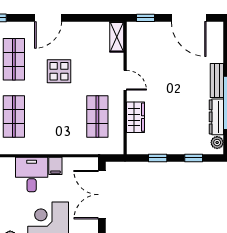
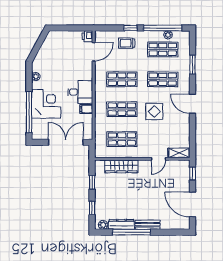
door: (189, 18) -> (193, 205), hinge flipped
door: (125, 80) -> (158, 159), moved
shop shelf: (56, 116) -> (122, 109), added
wardrobe: (135, 117) -> (121, 166), width x1.50

